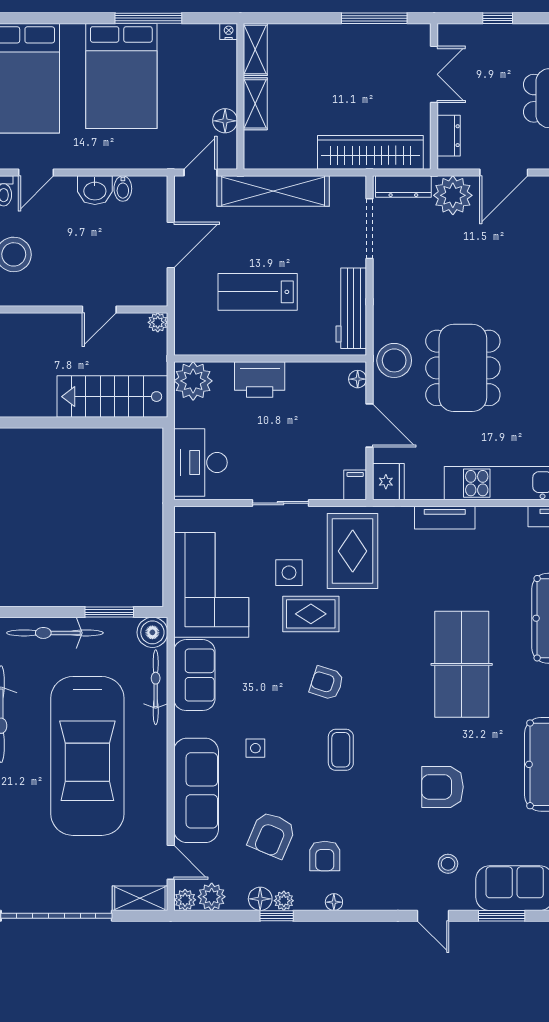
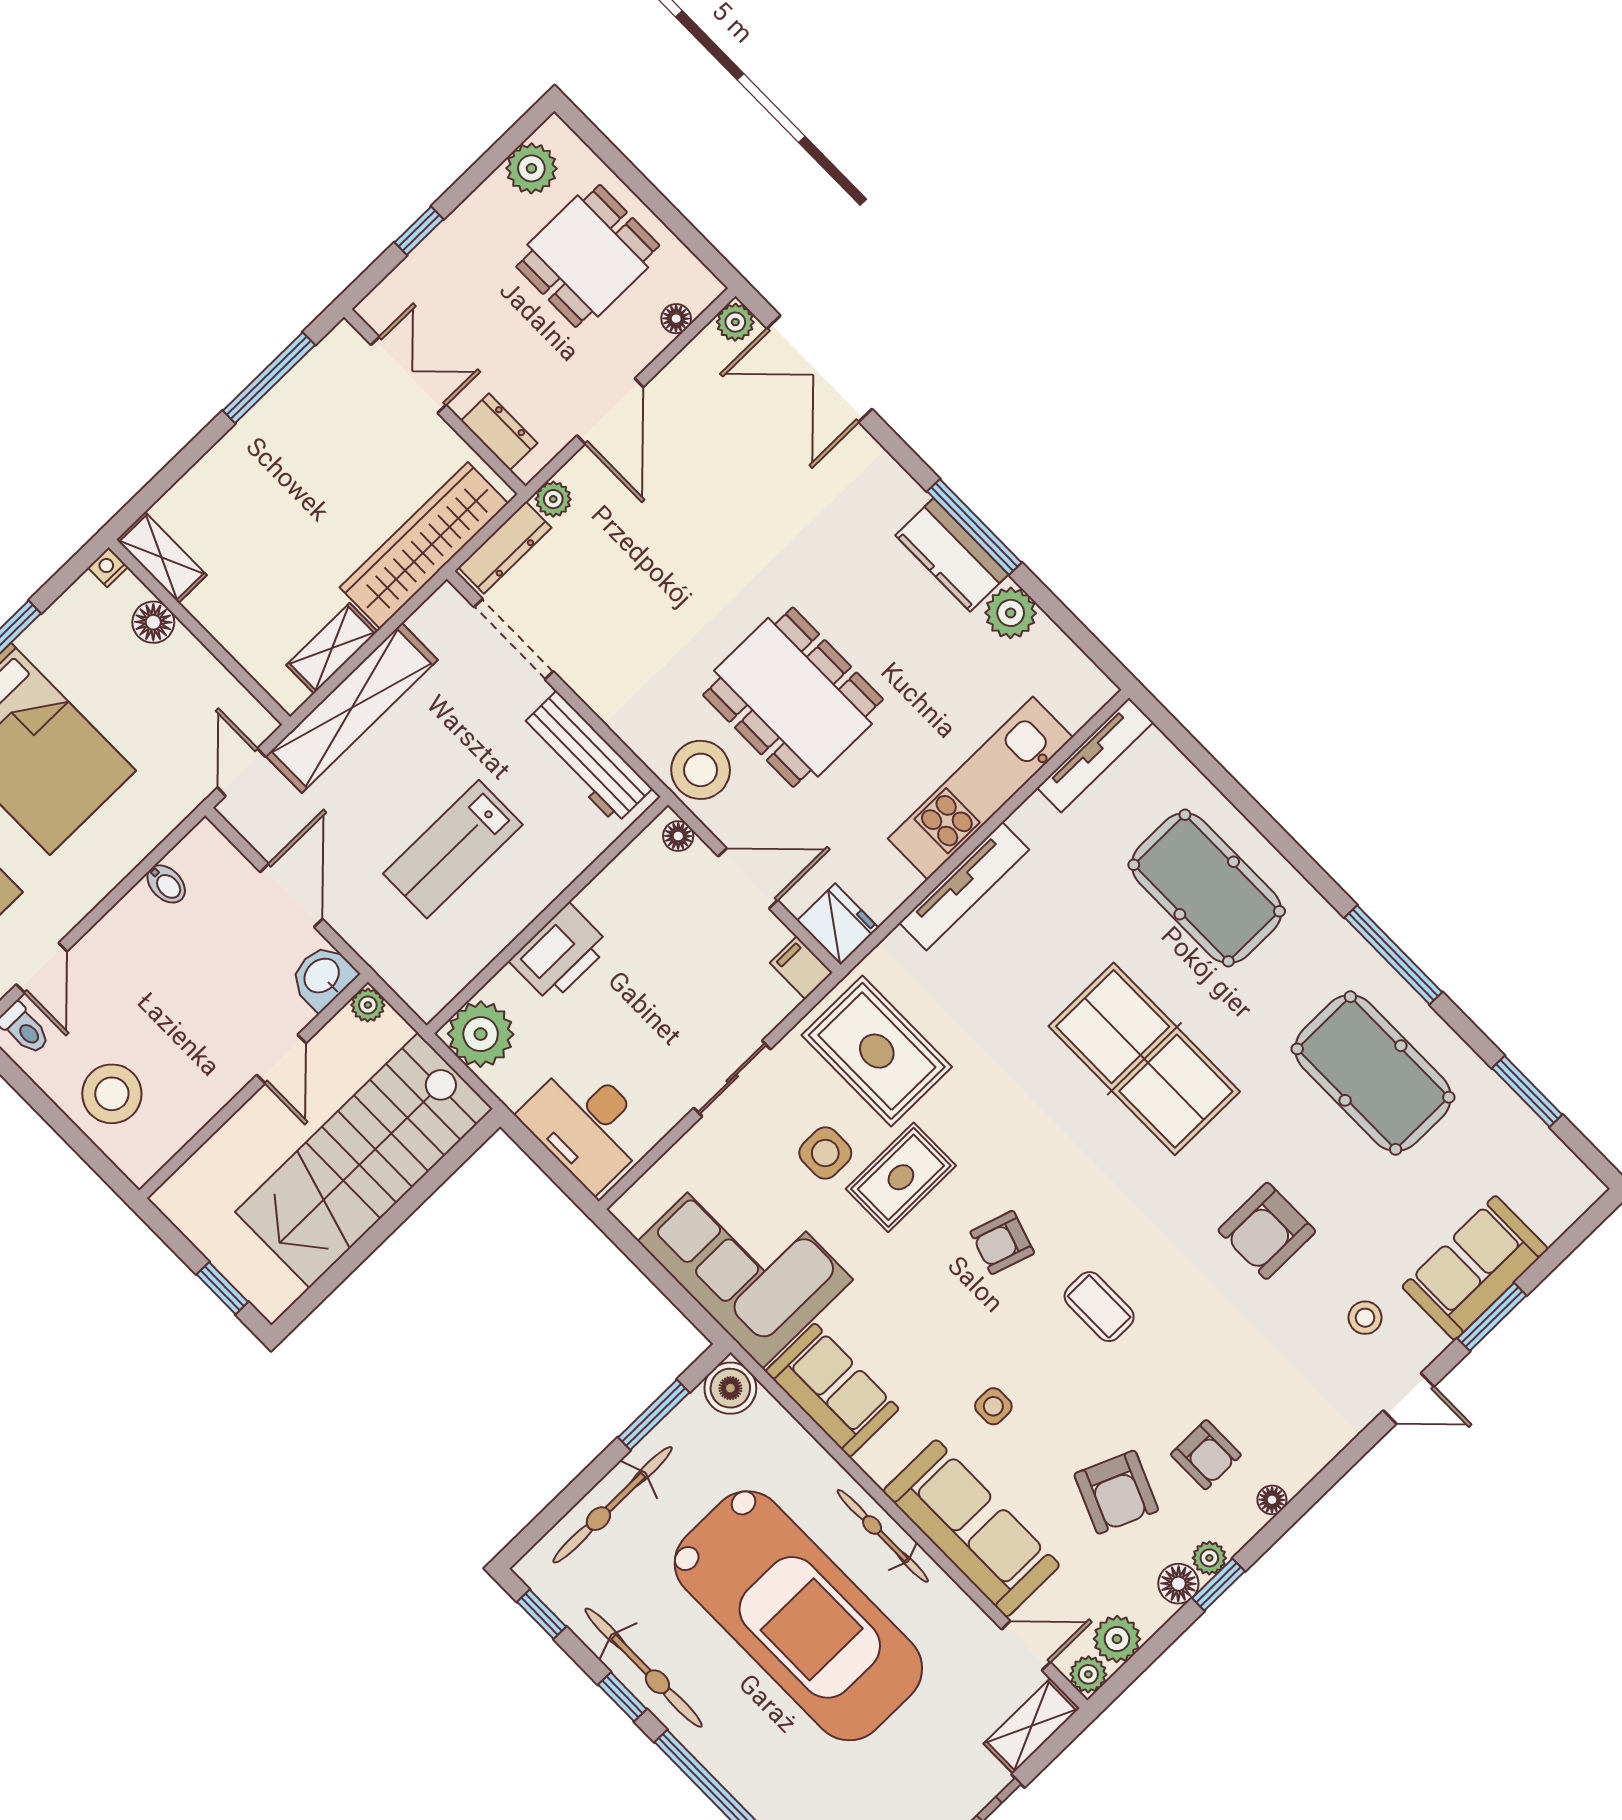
shelving: (255, 104) -> (332, 648), moved, turned 90
floor lamp: (225, 121) -> (153, 622), moved
washbasin: (95, 190) -> (323, 977), moved, turned 180
plant: (453, 195) -> (553, 499), width x0.53, depth x0.53
stairs: (112, 397) -> (364, 1160), width x1.36, depth x1.51
tv unit: (445, 518) -> (964, 886), width x1.41
bicycle: (156, 687) -> (883, 1536), moved

